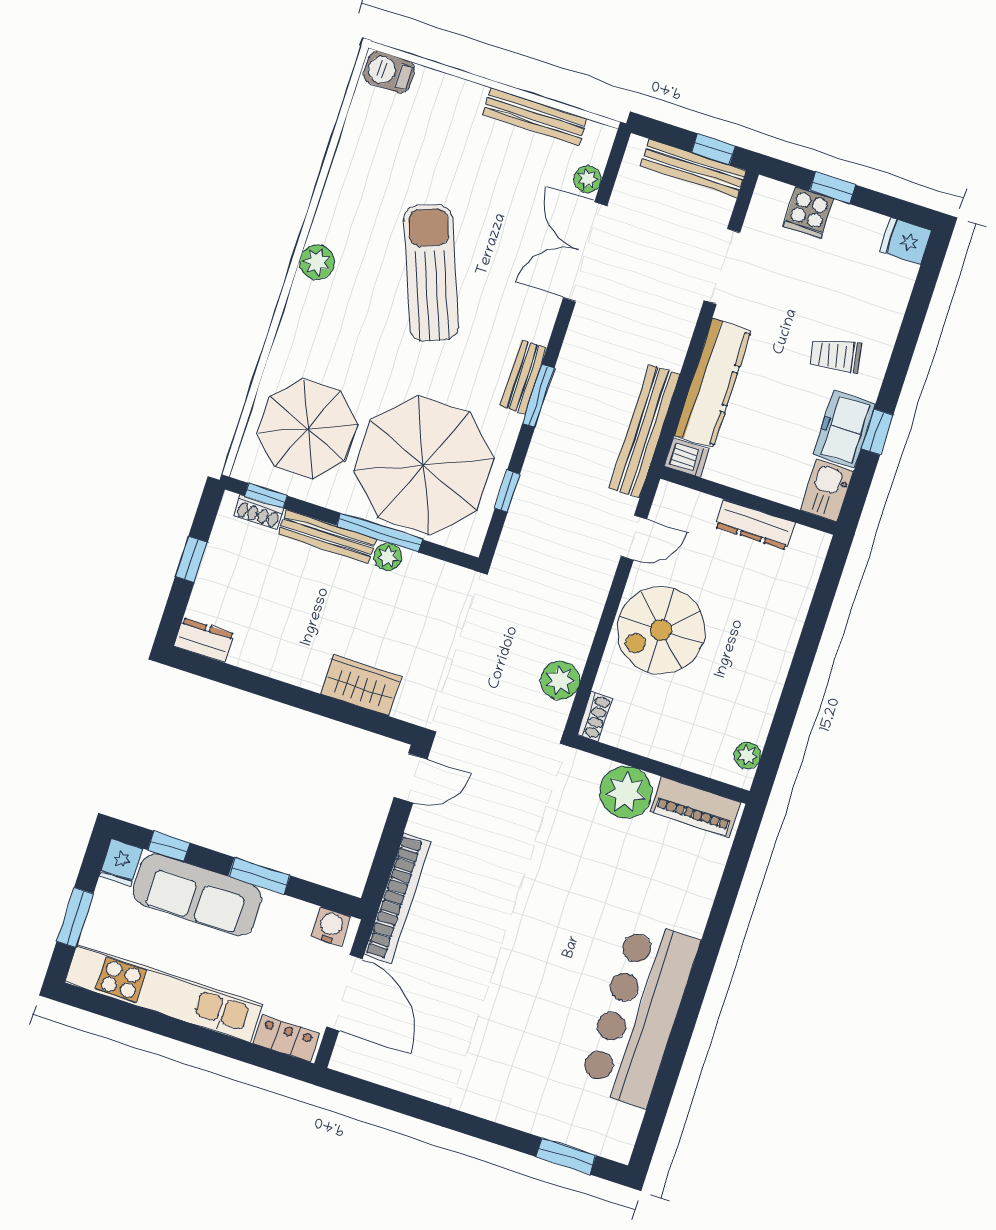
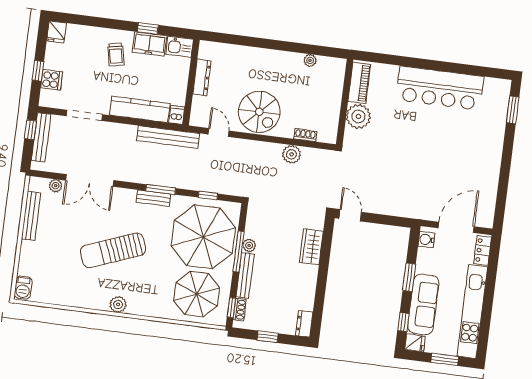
wall: (661, 769) -> (345, 102), moved
plant: (626, 792) -> (358, 116), moved
piano: (695, 807) -> (359, 83), moved
bookcase: (397, 898) -> (407, 211), removed

